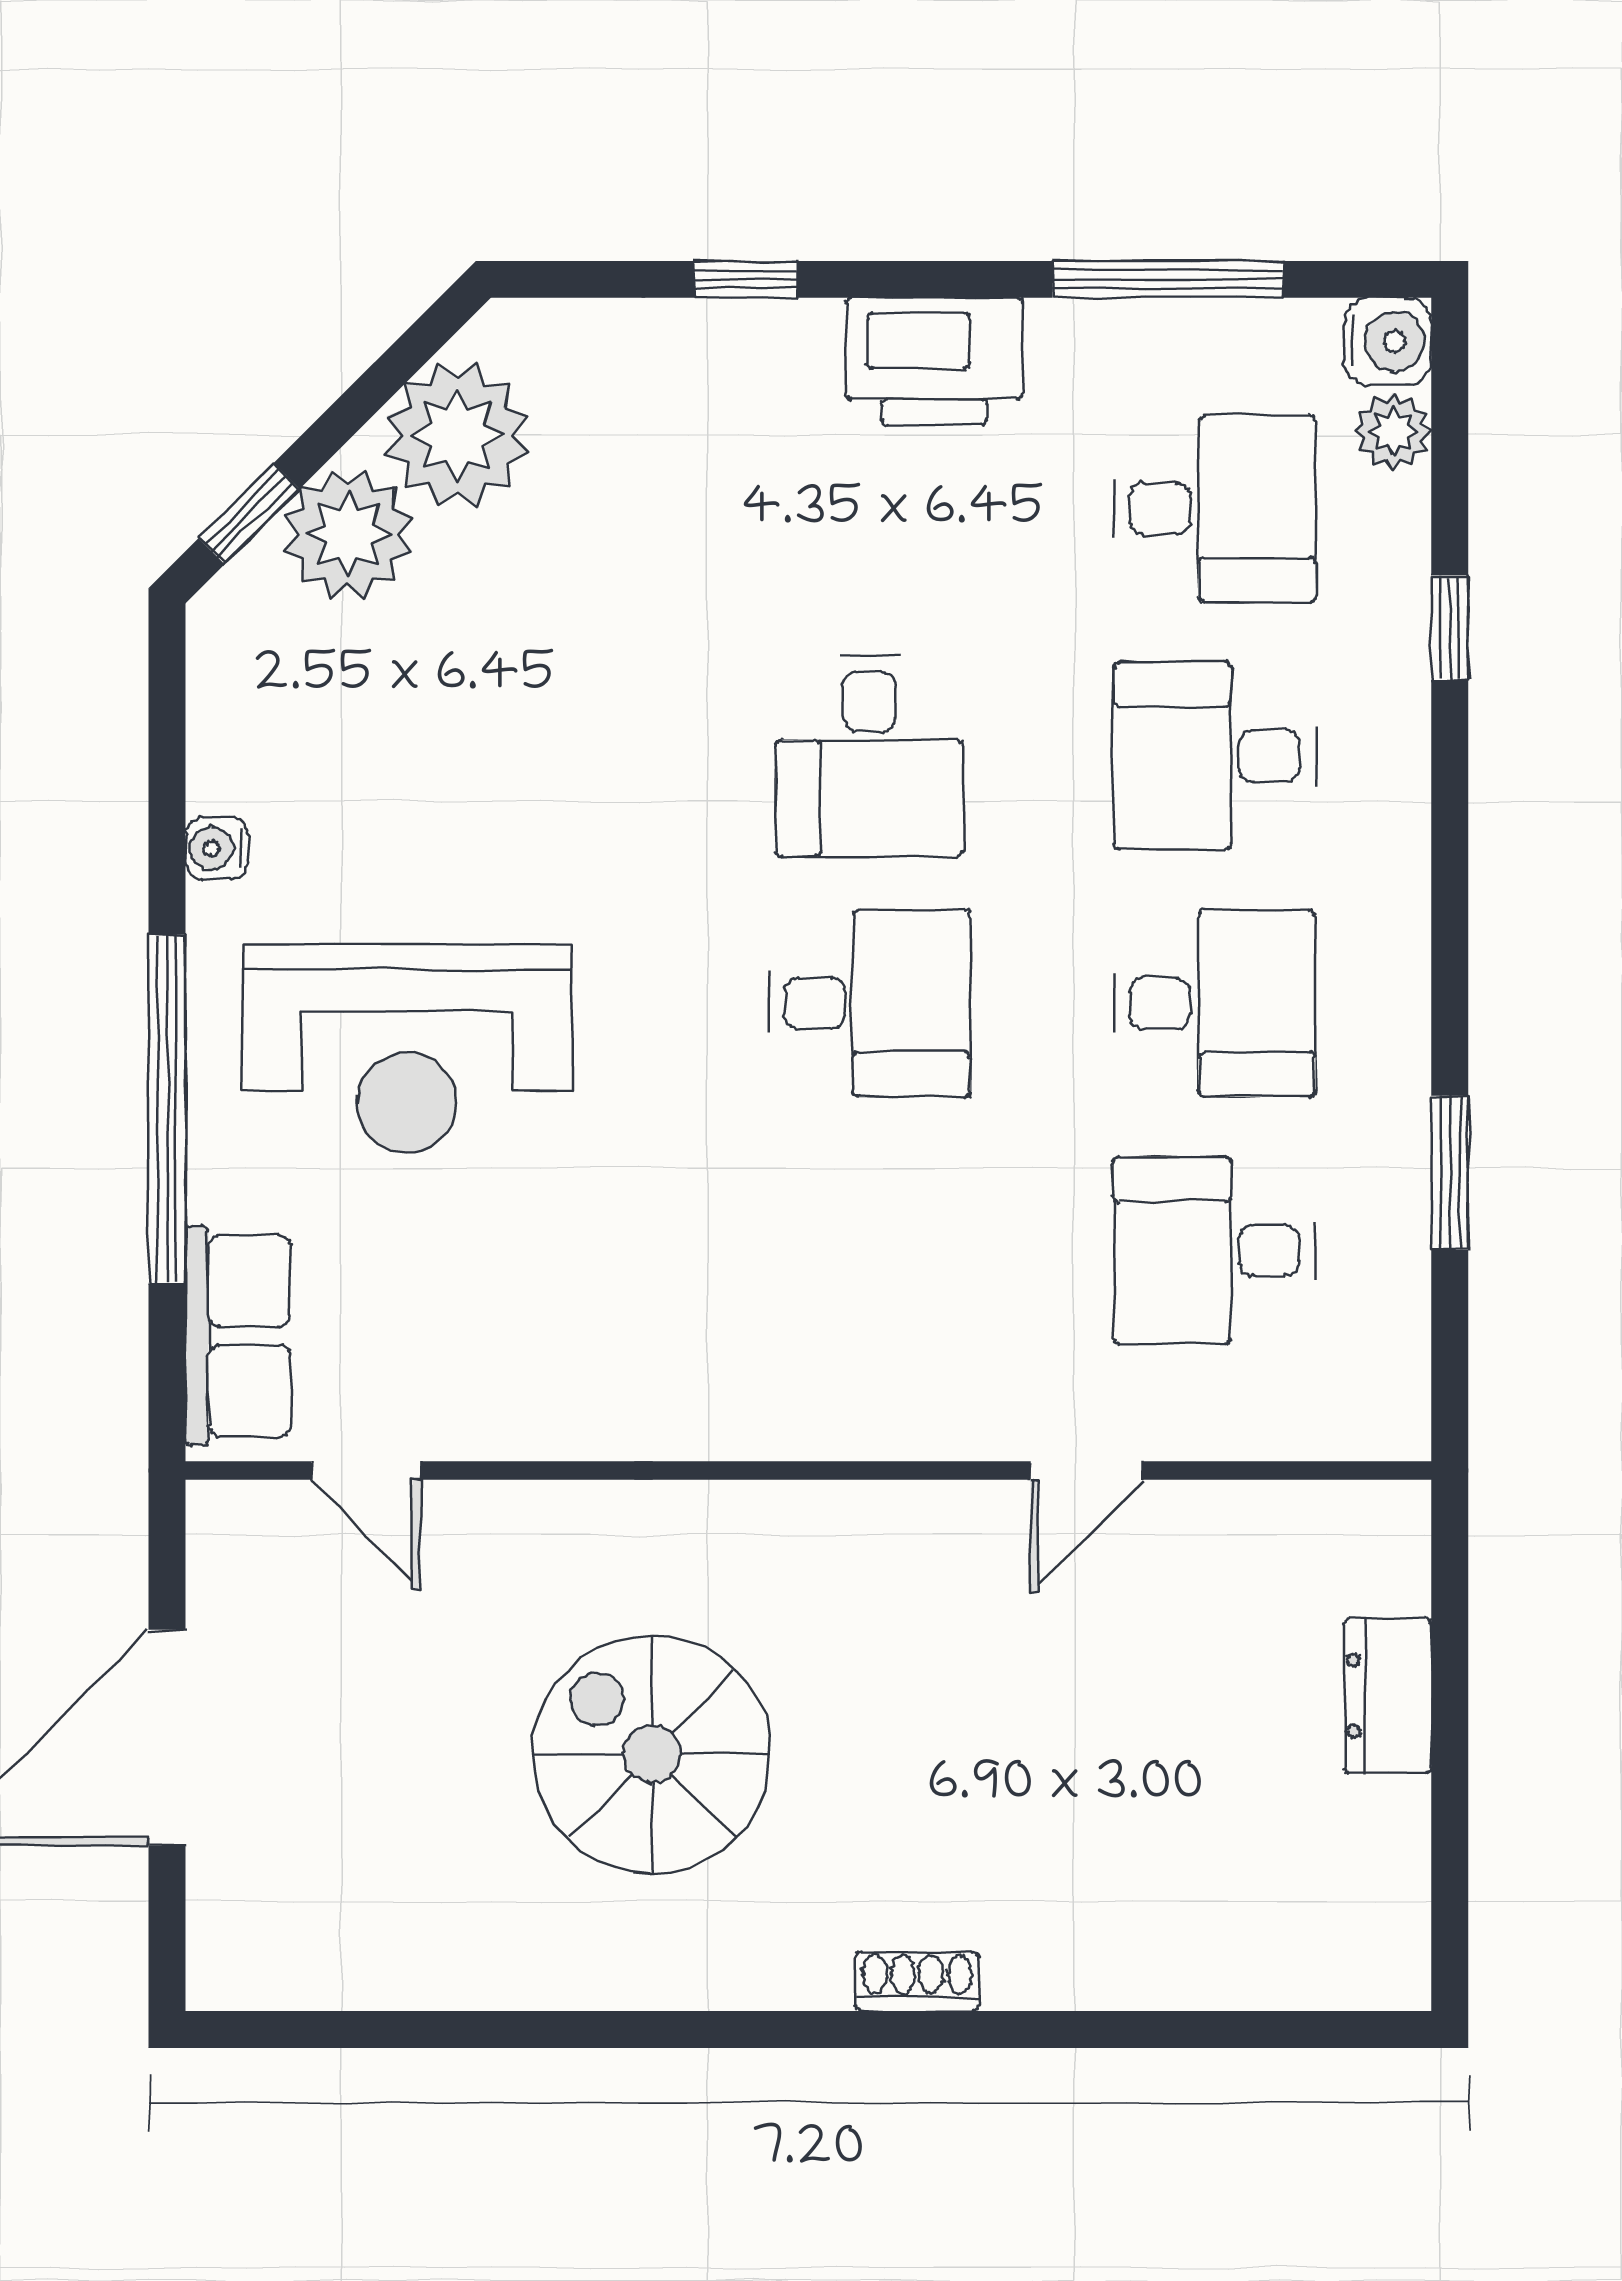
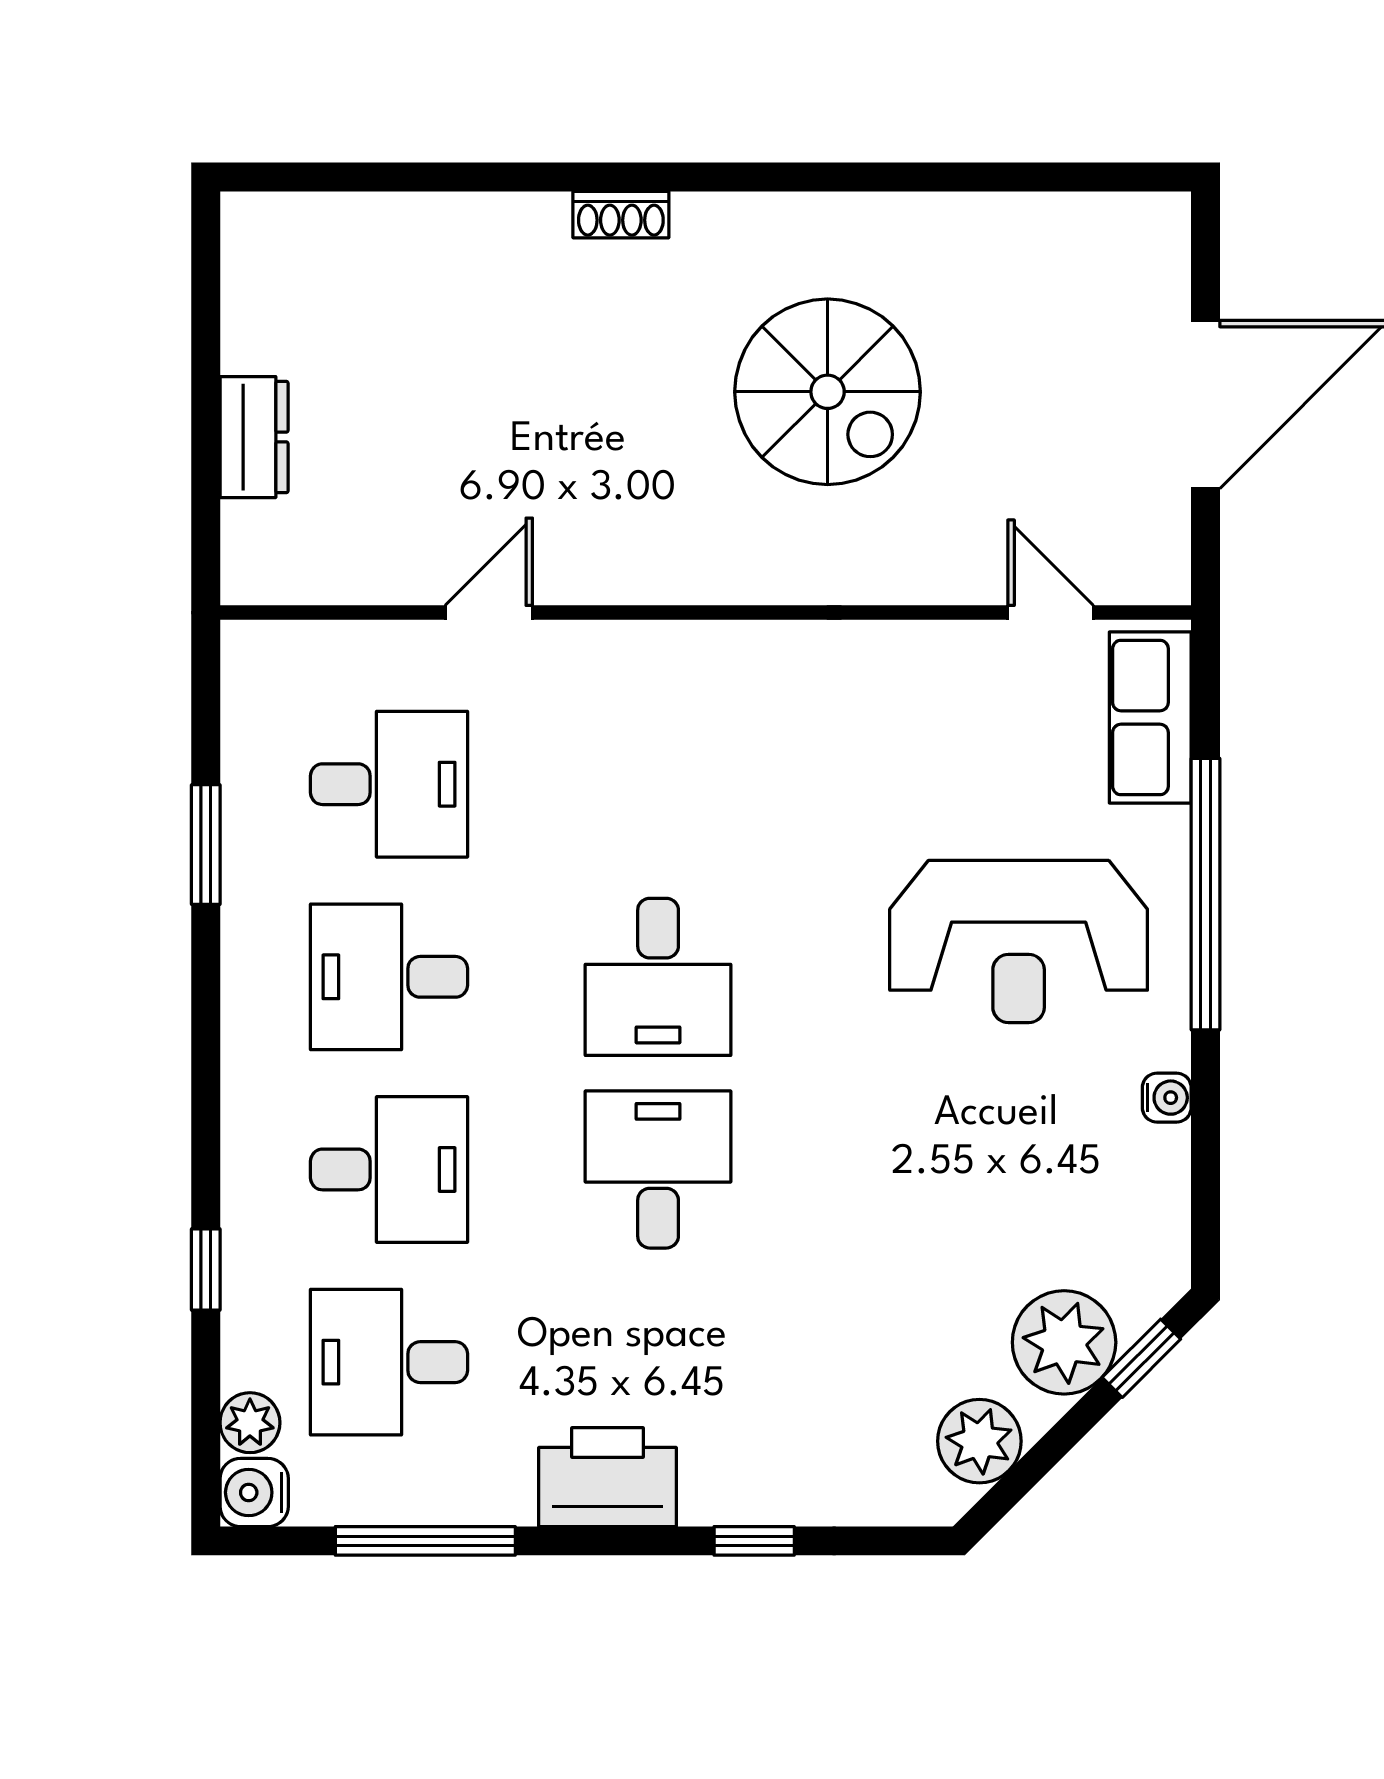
plant: (457, 435) -> (979, 1441), width x0.73, depth x0.73
desk: (869, 1003) -> (658, 977), turned -90
reception desk: (407, 1048) -> (1019, 942), turned 180

